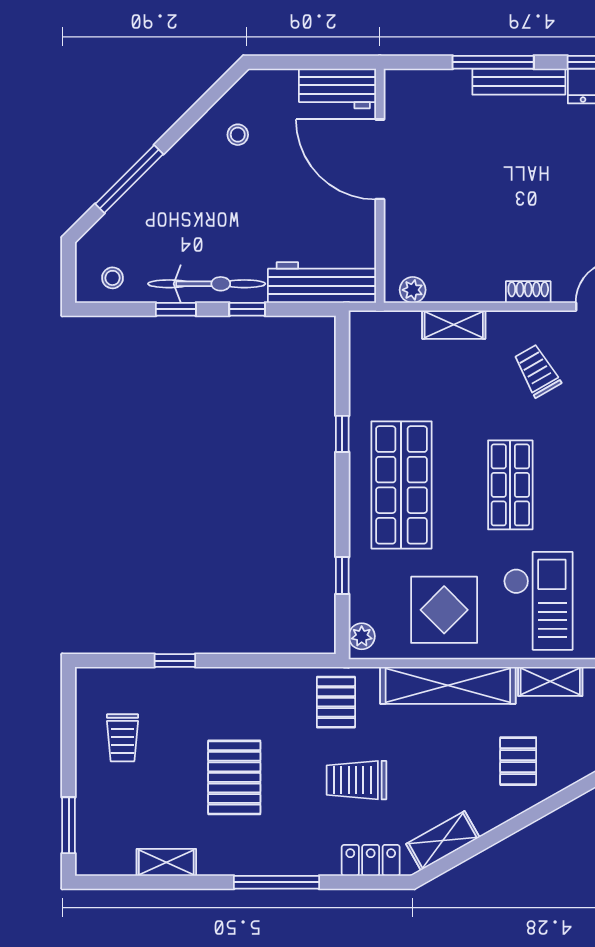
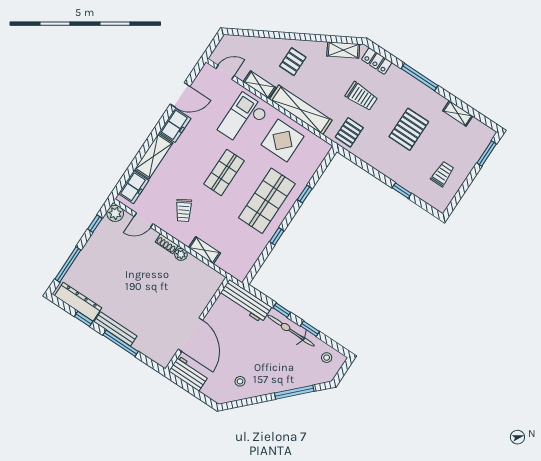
plant: (413, 290) -> (181, 254), moved
window: (342, 576) -> (305, 194), moved
plant: (362, 636) -> (322, 152), removed

